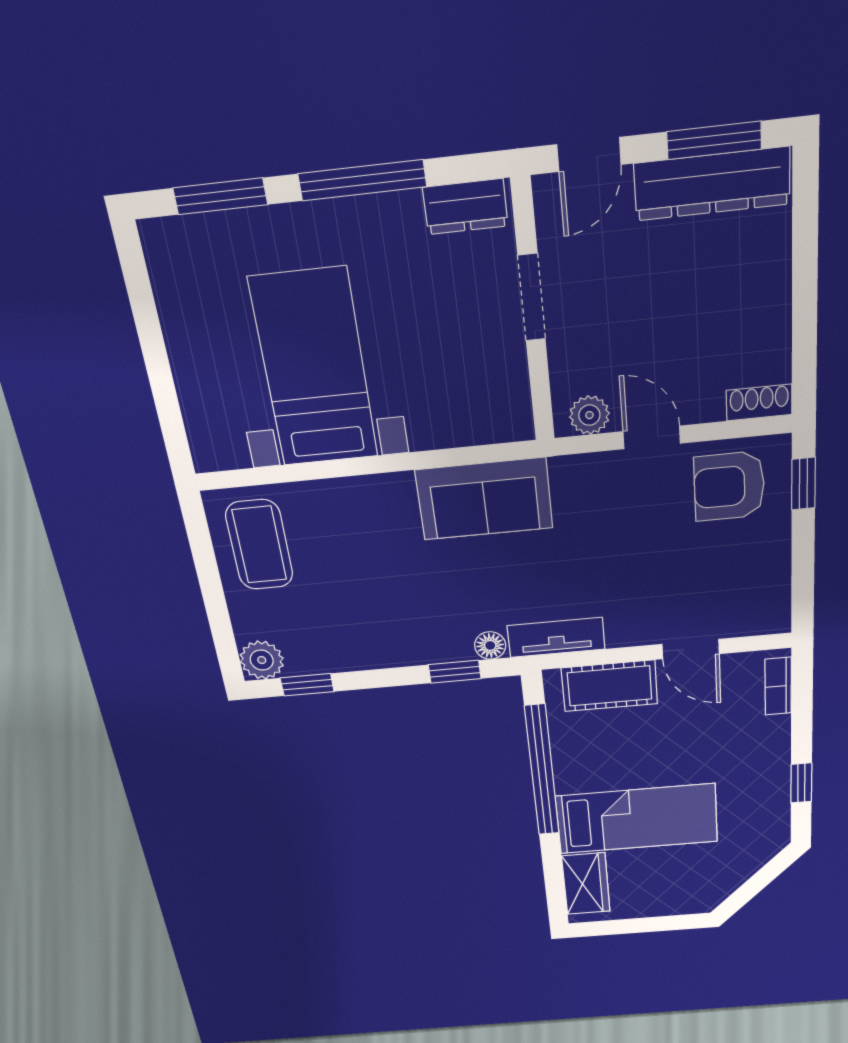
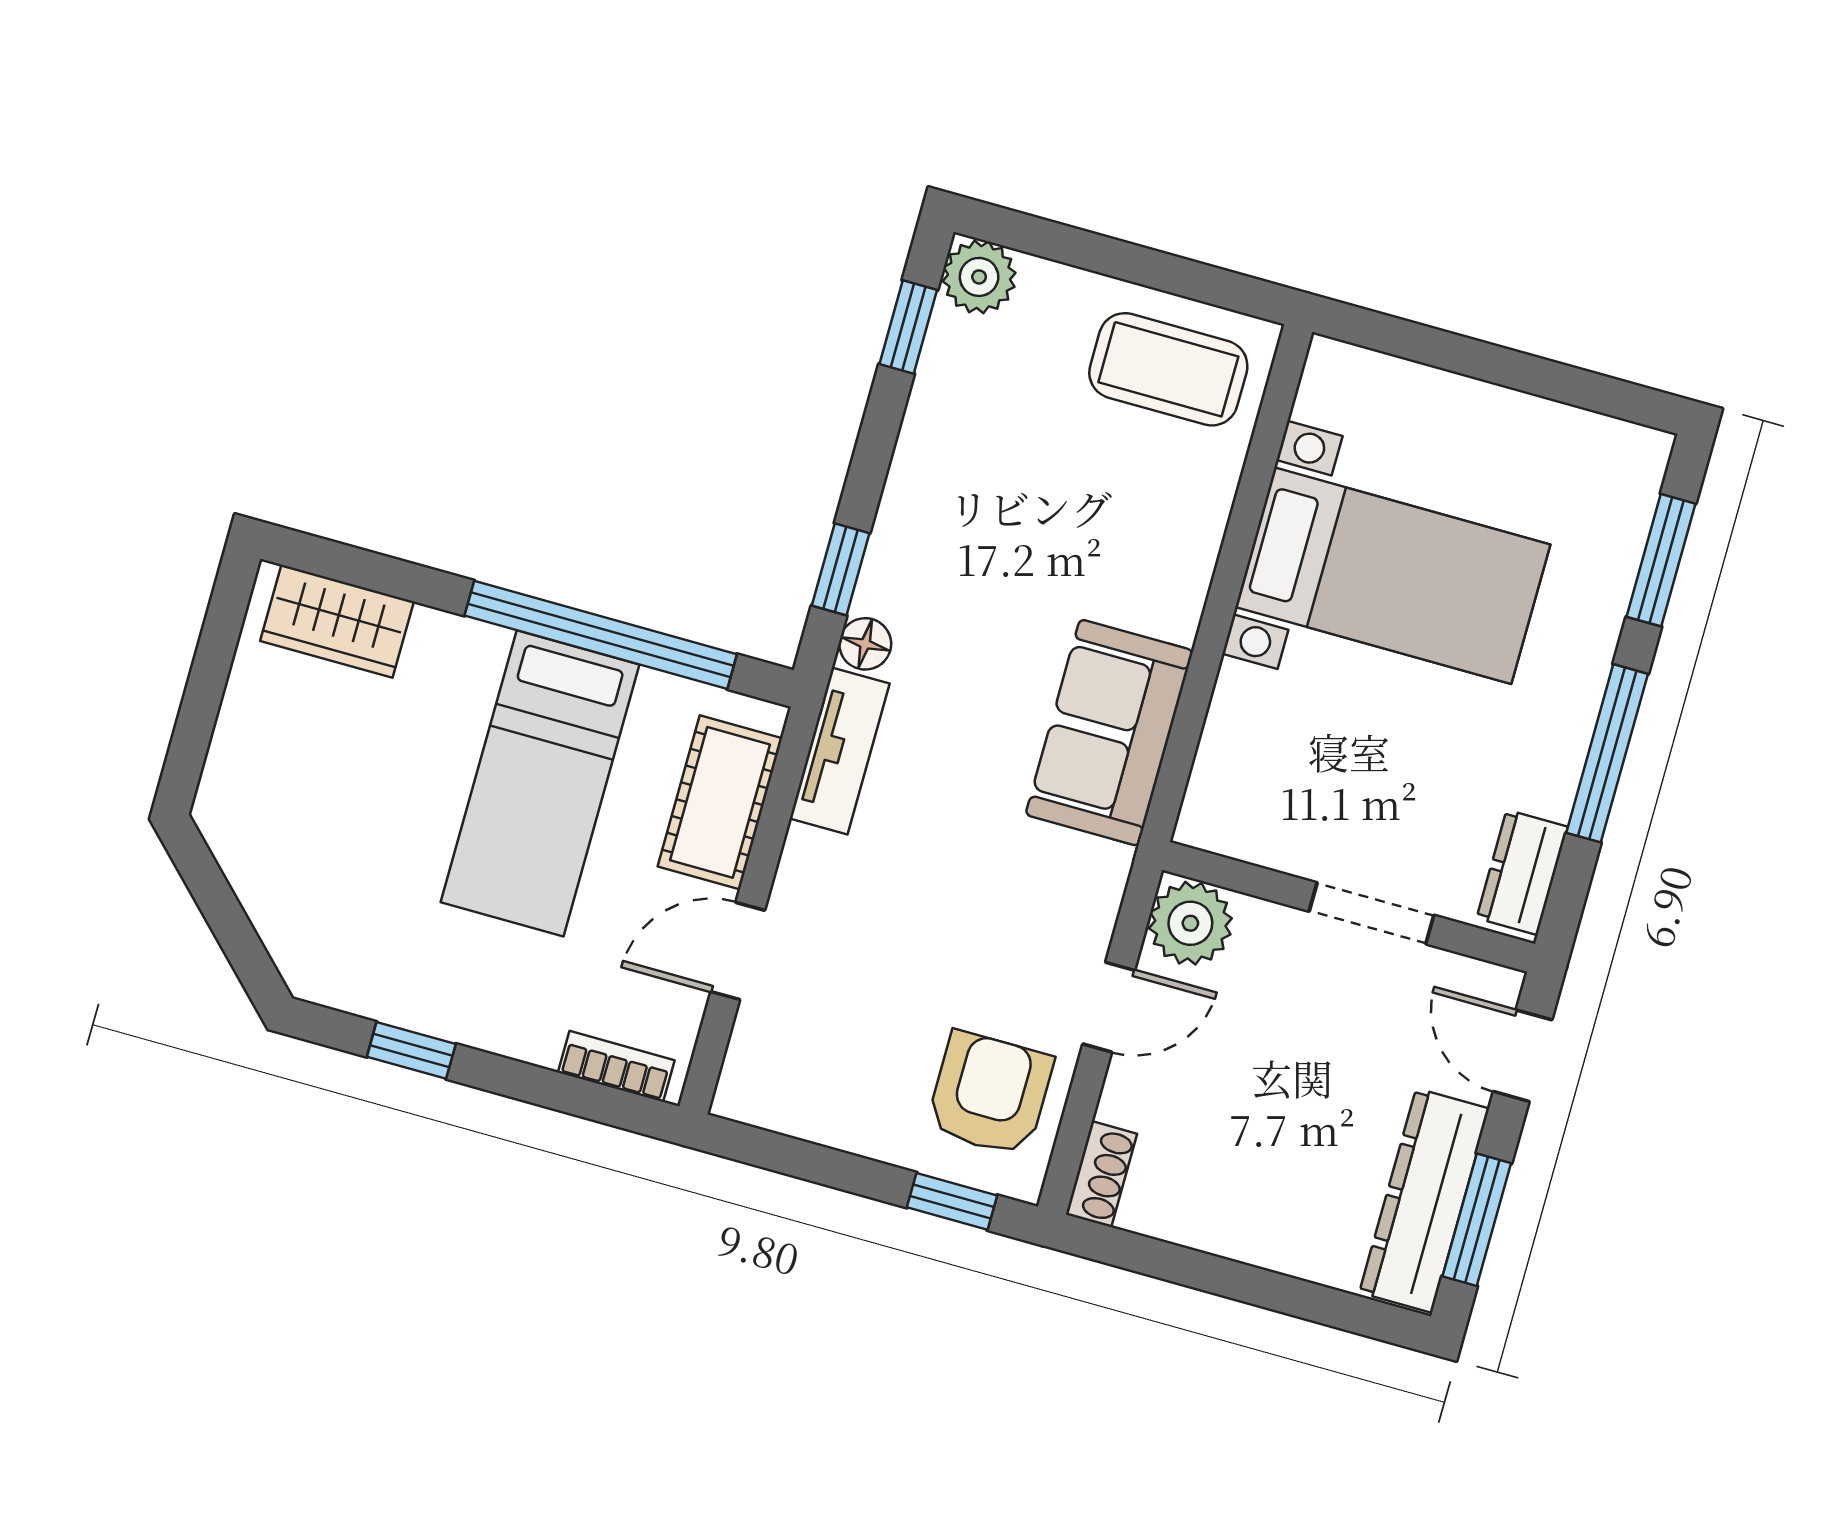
plant: (589, 415) -> (1190, 923), width x1.38, depth x1.38
bed: (637, 819) -> (540, 783), moved

